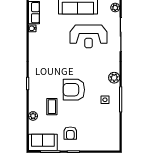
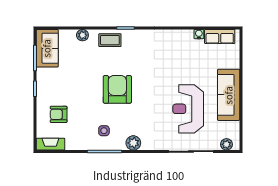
coffee table: (52, 107) -> (110, 40), moved
armchair: (70, 133) -> (59, 114), moved
fireplace: (115, 140) -> (50, 144), added

